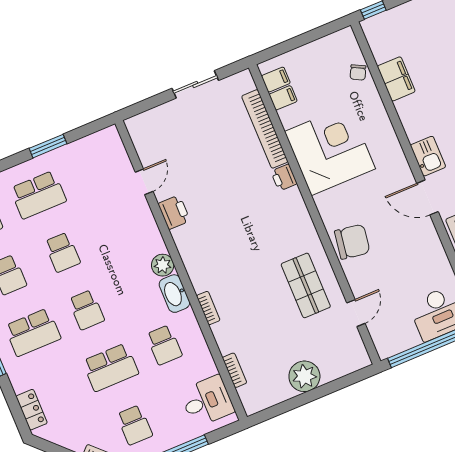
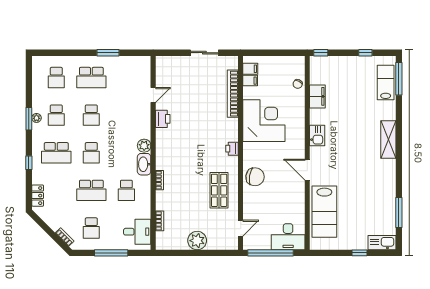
kitchen sink: (428, 156) -> (317, 135), moved
printer: (284, 177) -> (232, 149), moved
door: (356, 313) -> (241, 228), moved

